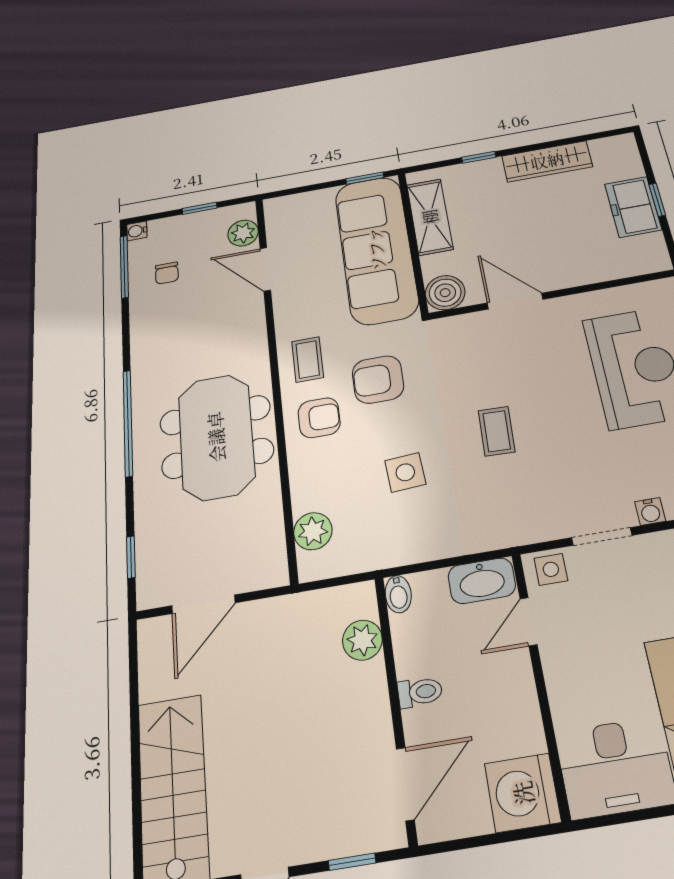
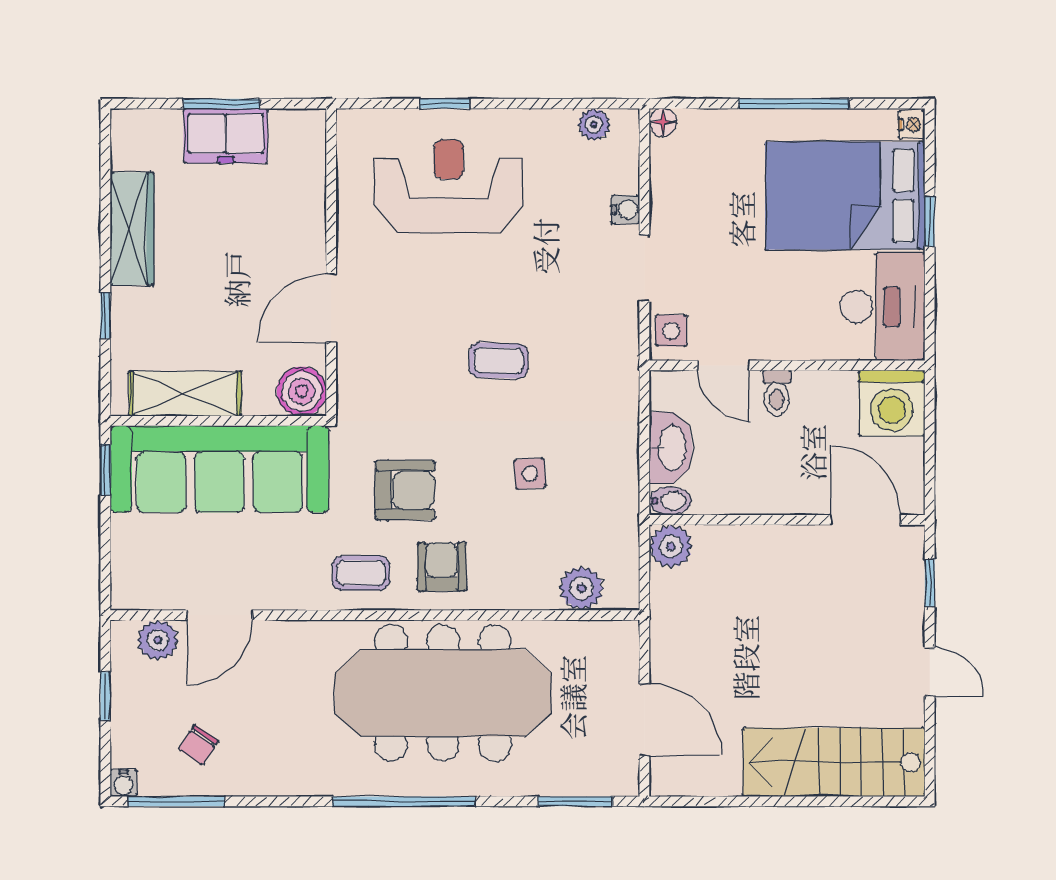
window: (657, 200) -> (222, 104), width x1.50
chair: (167, 273) -> (199, 745), turned 124
armchair: (378, 379) -> (405, 490), turned -90
meeting table: (216, 437) -> (443, 693), width x1.36
side table: (405, 472) -> (530, 474), width x0.73, depth x0.73
window: (131, 557) -> (575, 801), width x1.50
washbasin: (482, 581) -> (671, 448), moved
plant: (362, 640) -> (671, 546), moved
toilet: (420, 692) -> (777, 393), moved, turned 180

